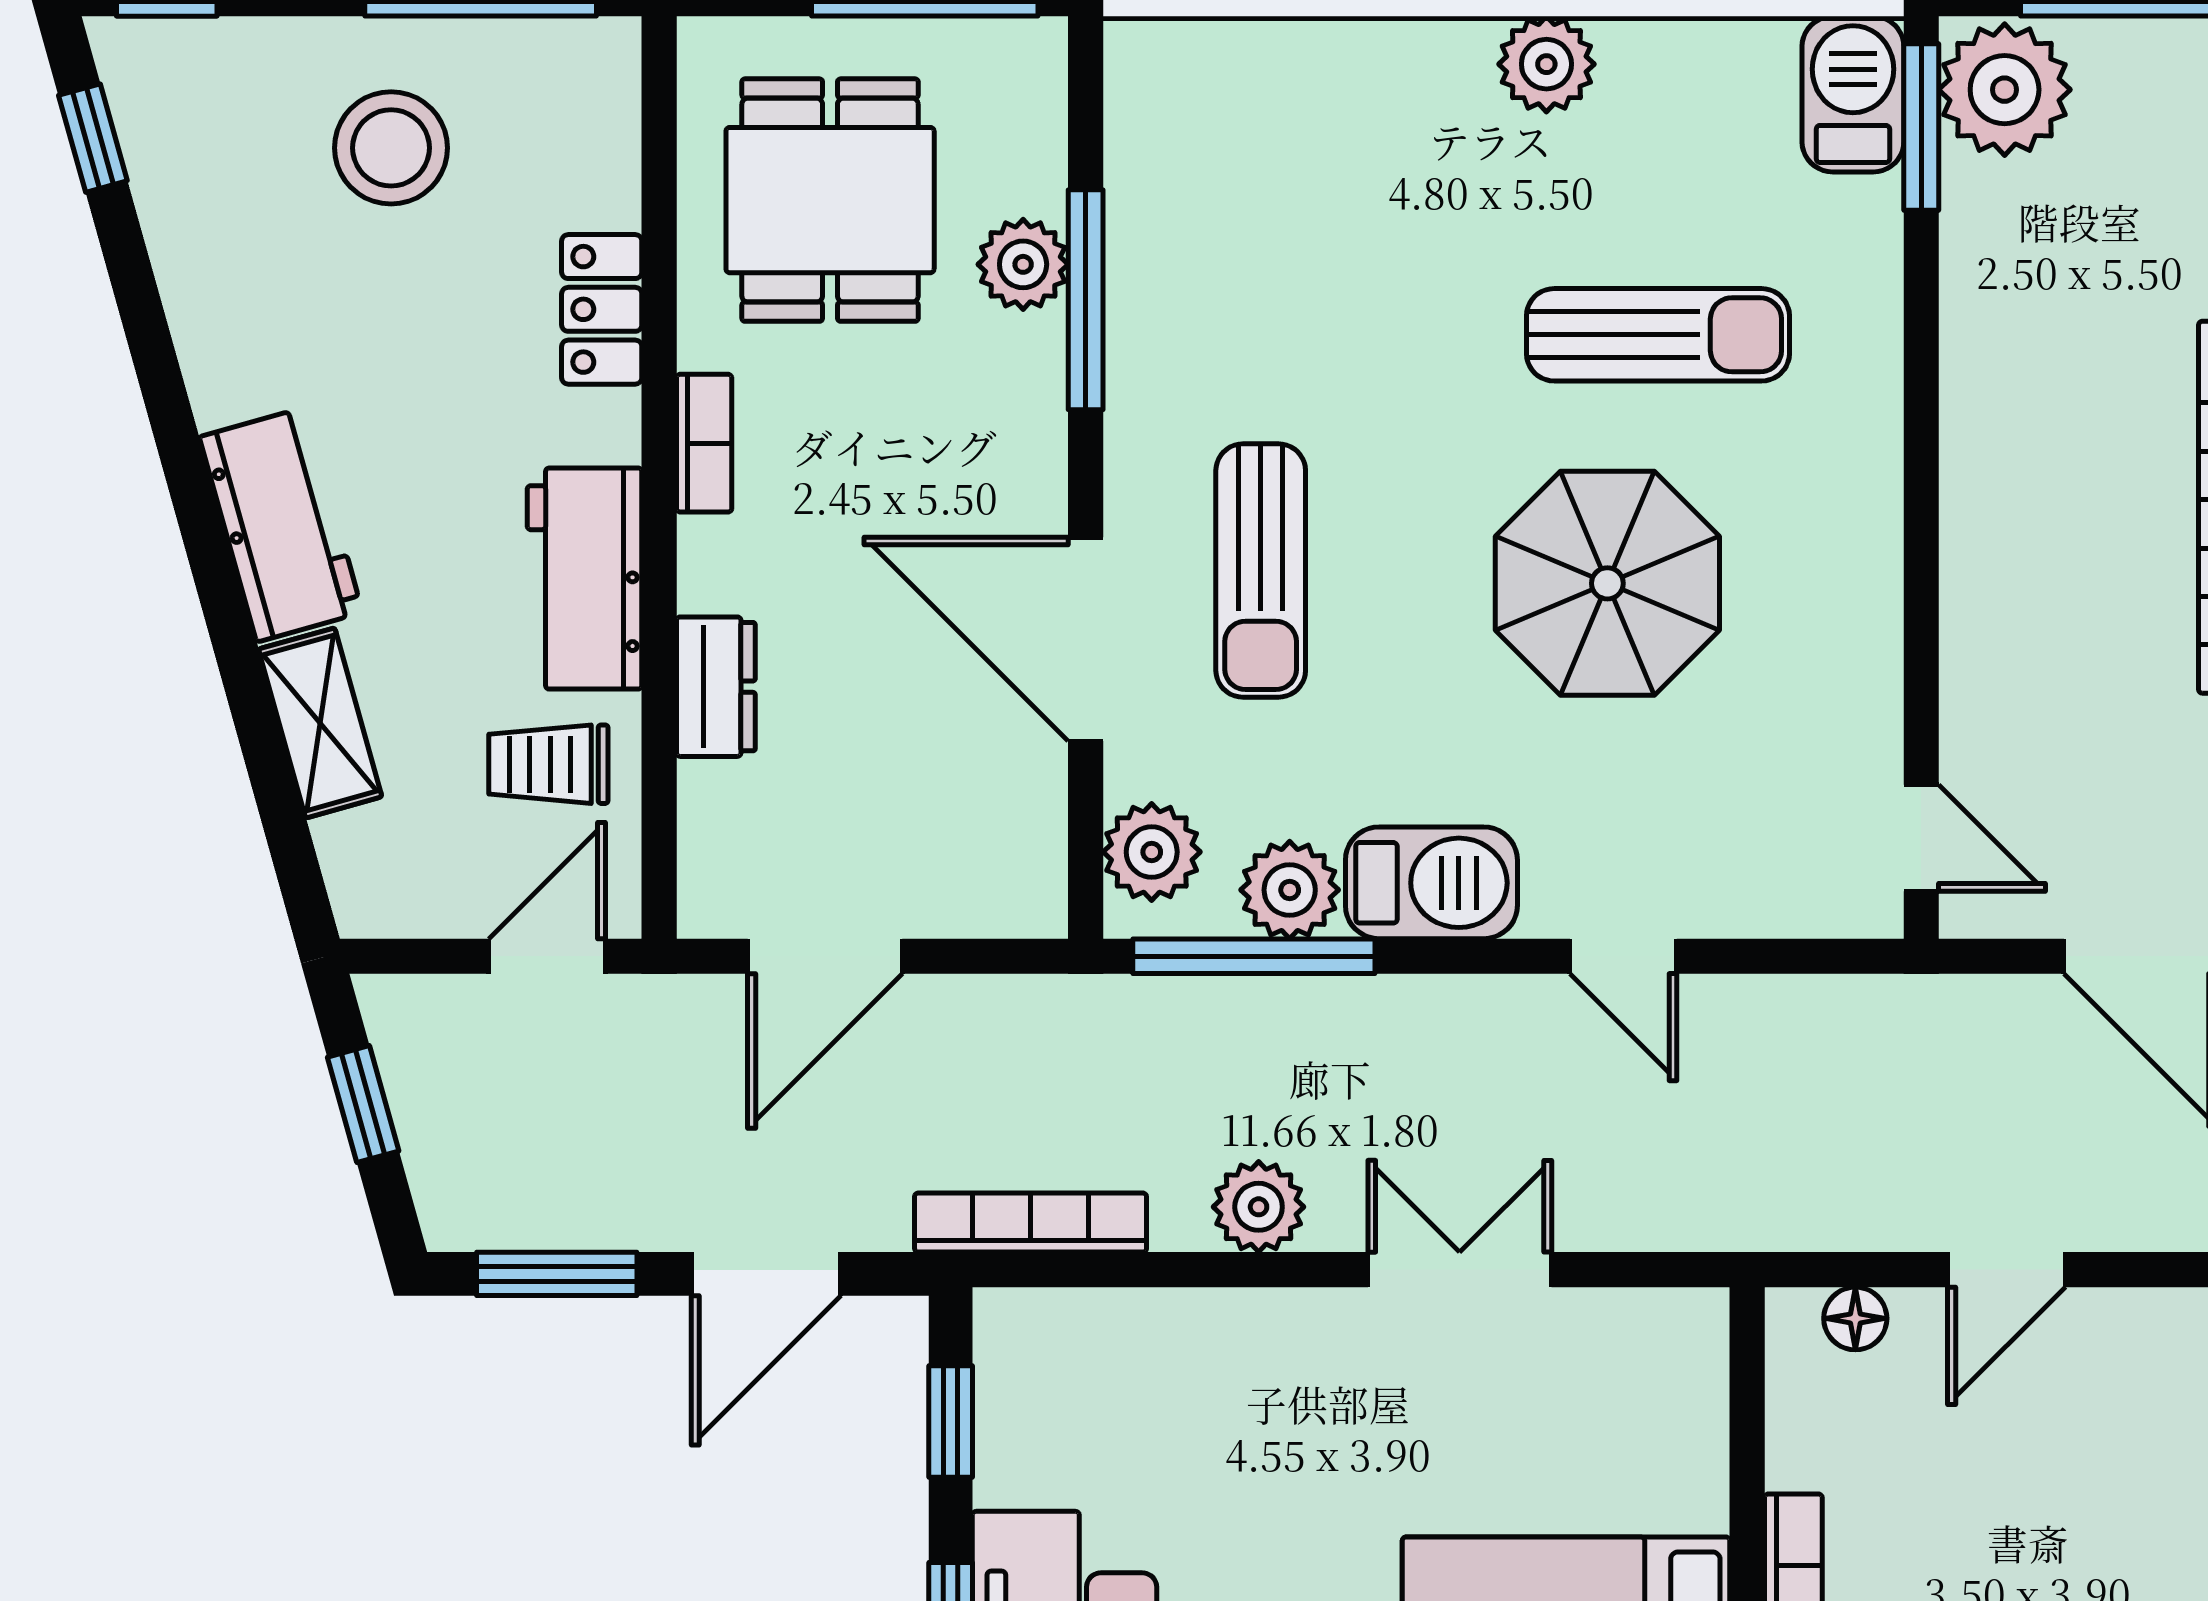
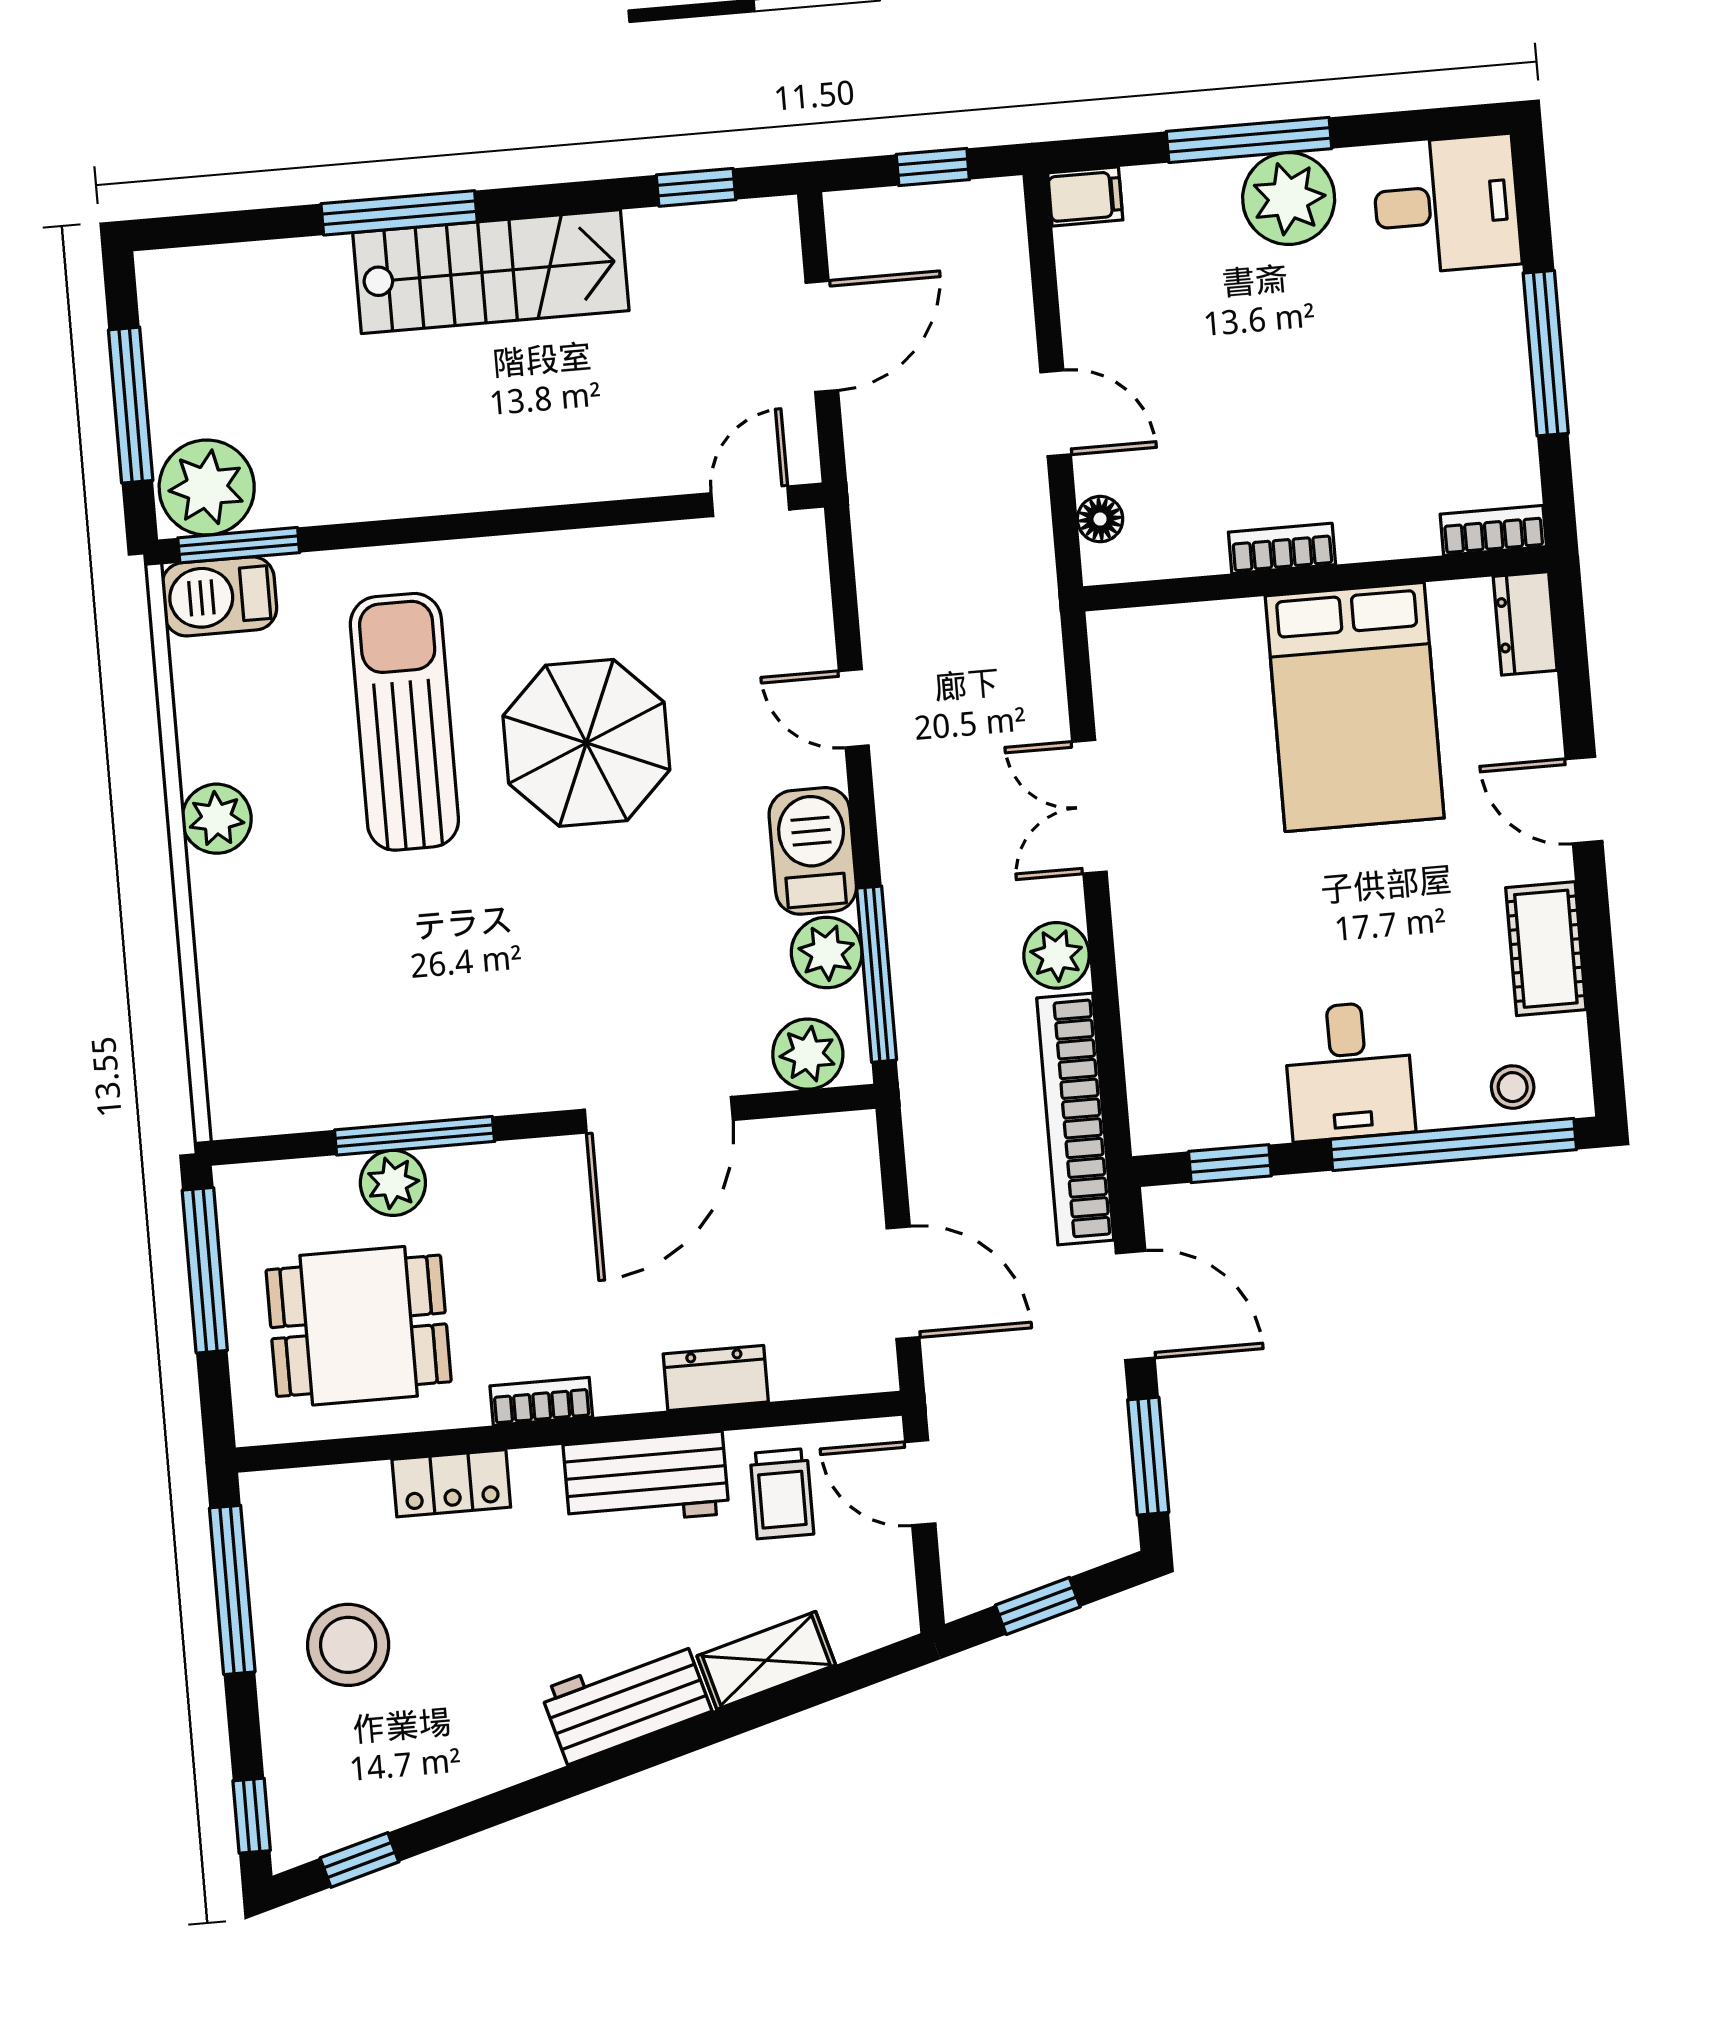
sun lounger: (1658, 335) -> (404, 722), width x1.36, depth x1.34
sun lounger: (1261, 570) -> (599, 993), removed
door: (1623, 956) -> (854, 708), swing flipped
bookcase: (1031, 1223) -> (1075, 1119), width x1.48, depth x1.31

